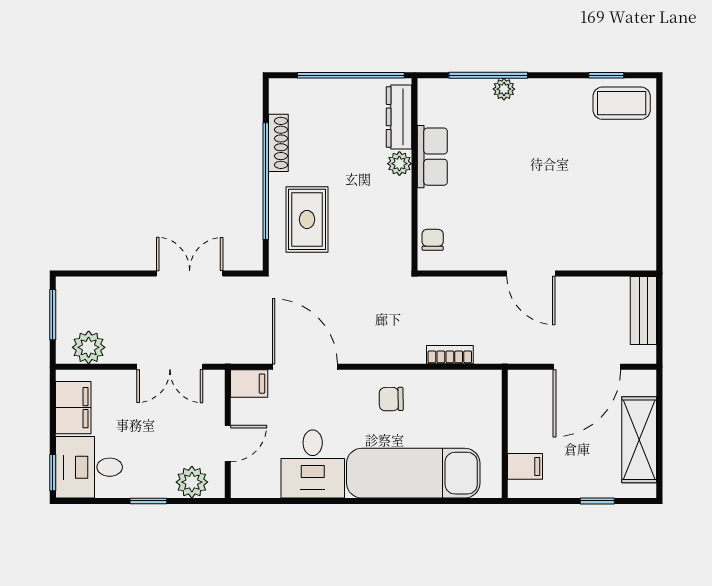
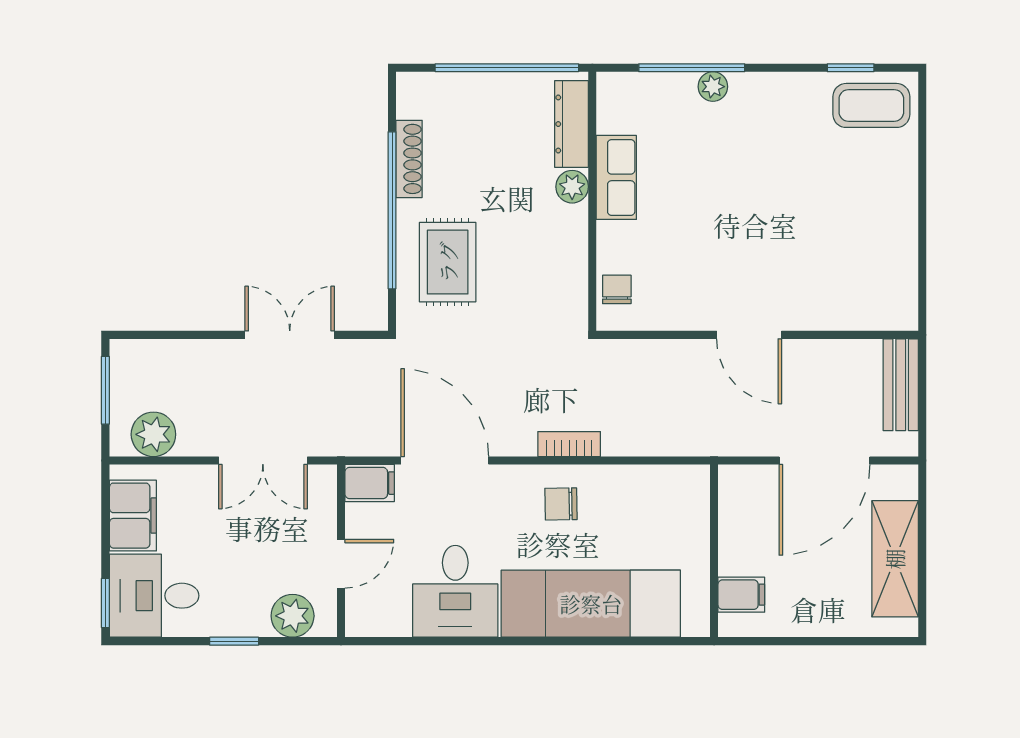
bookcase: (450, 355) -> (569, 444), moved
window: (597, 501) -> (838, 641), removed

